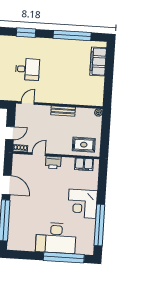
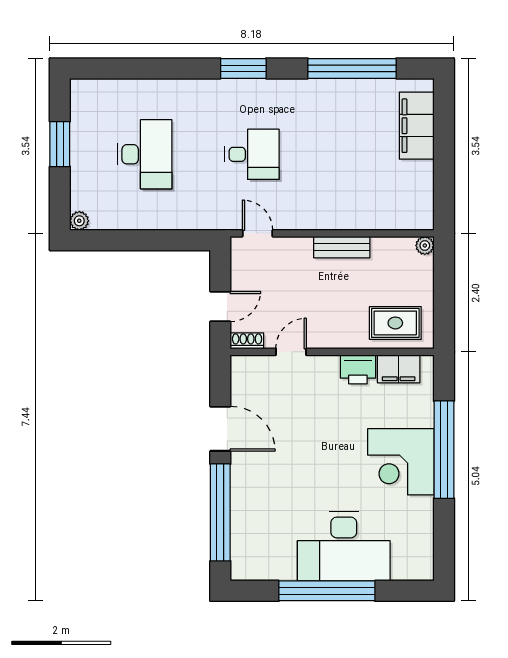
door: (28, 103) -> (257, 233), hinge flipped
printer: (53, 162) -> (358, 369), moved
window: (99, 225) -> (444, 450), moved
window: (64, 258) -> (327, 591), moved

